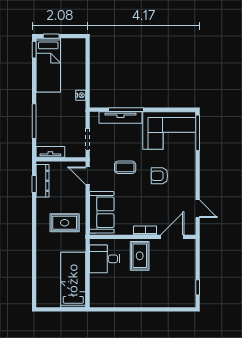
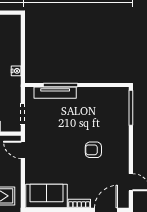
corner sofa: (169, 130) -> (103, 105), removed
coffee table: (125, 167) -> (60, 142), removed
sofa: (102, 212) -> (47, 196), moved, turned -90

